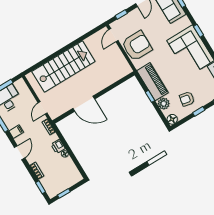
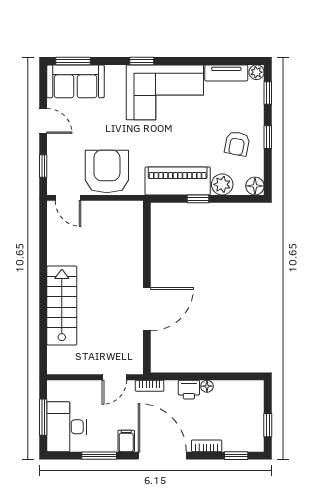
stairs: (63, 66) -> (62, 306), width x0.73, depth x0.66
door: (43, 108) -> (114, 377), hinge flipped
door: (20, 153) -> (162, 456), width x1.88

